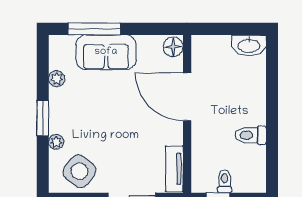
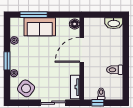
door: (187, 97) -> (82, 50), hinge flipped

